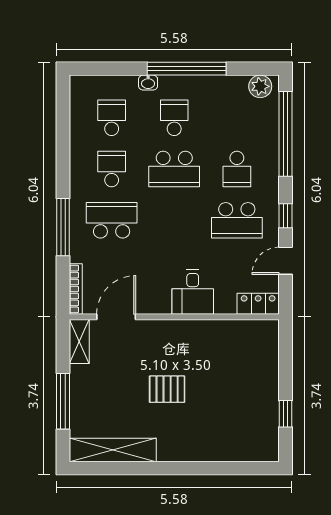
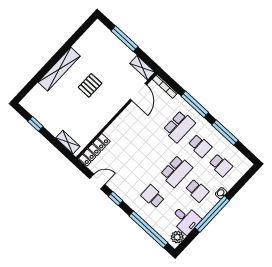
window: (63, 152) -> (225, 133), added
school desk: (174, 169) -> (176, 171), turned 180
school desk: (237, 220) -> (132, 177), removed
door: (285, 261) -> (97, 182), hinge flipped
desk: (193, 292) -> (186, 219), moved, turned 180
locker: (258, 304) -> (94, 150), width x1.53
shelving: (270, 348) -> (68, 142), added
shelving: (113, 450) -> (59, 69), moved

